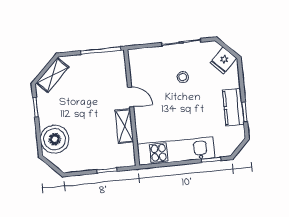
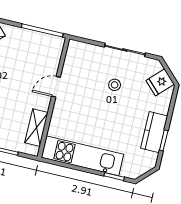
door: (131, 97) -> (56, 87), swing flipped
shelving: (124, 126) -> (36, 128), moved

